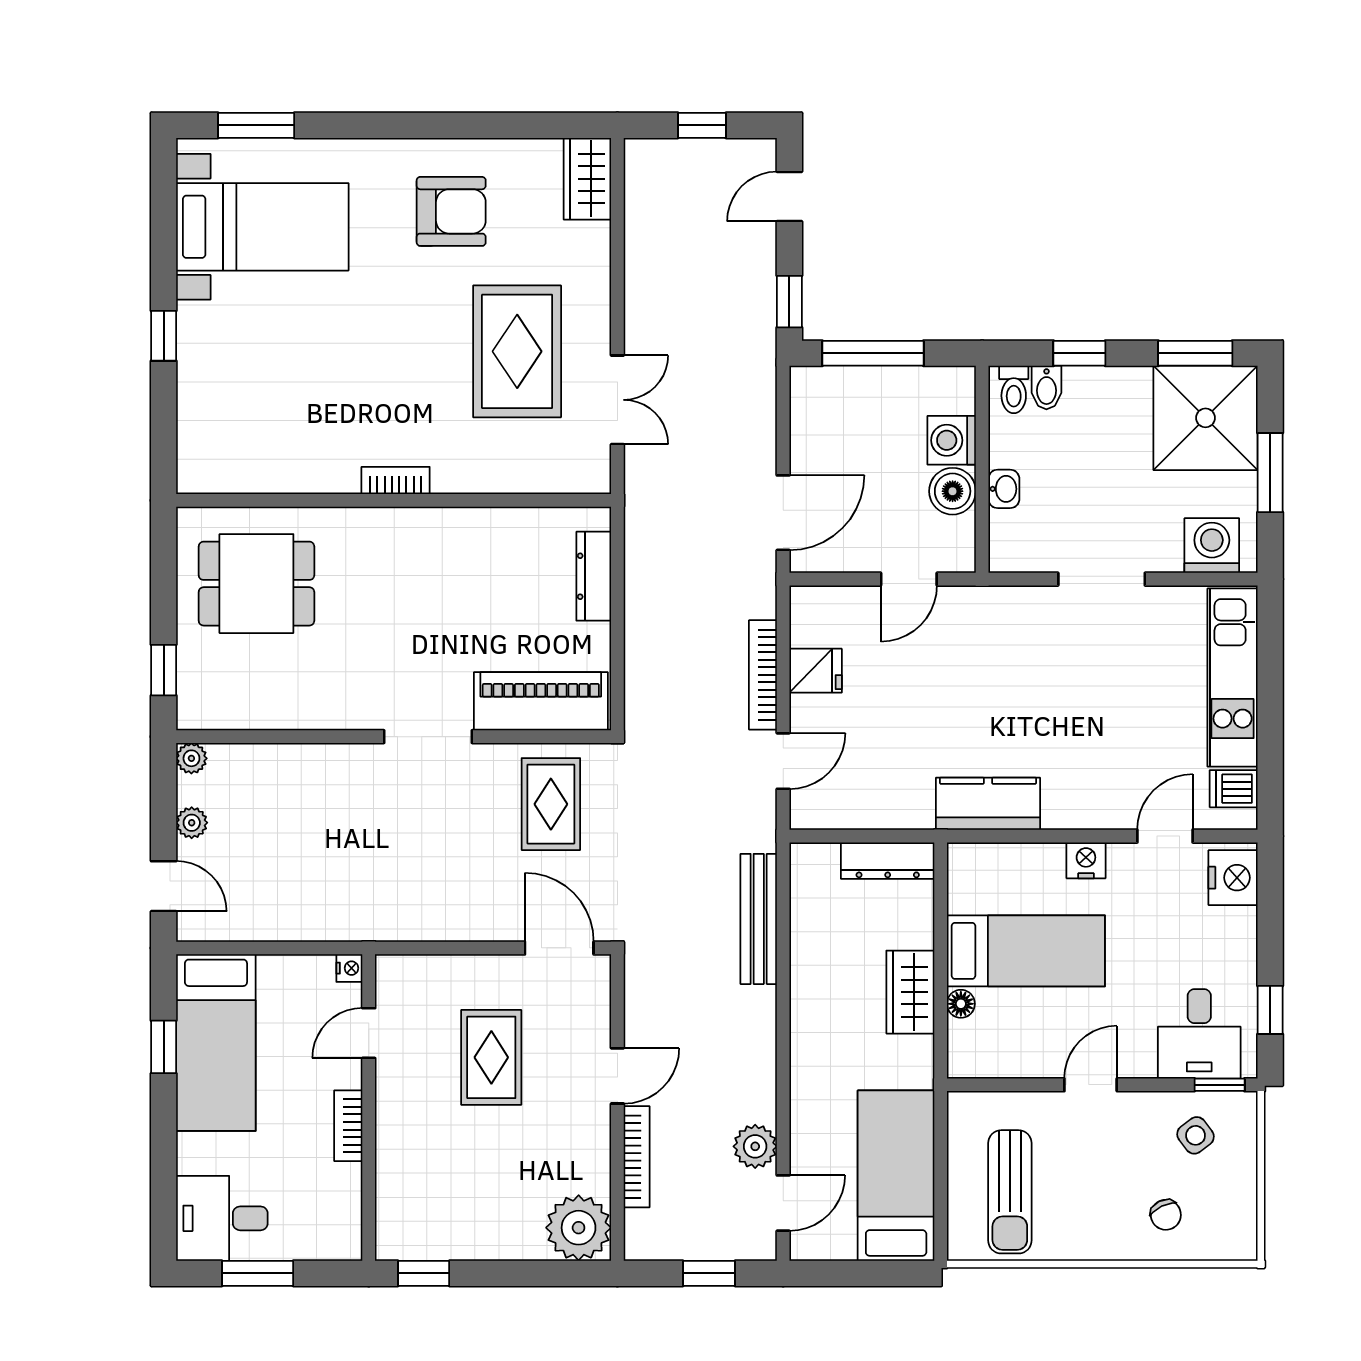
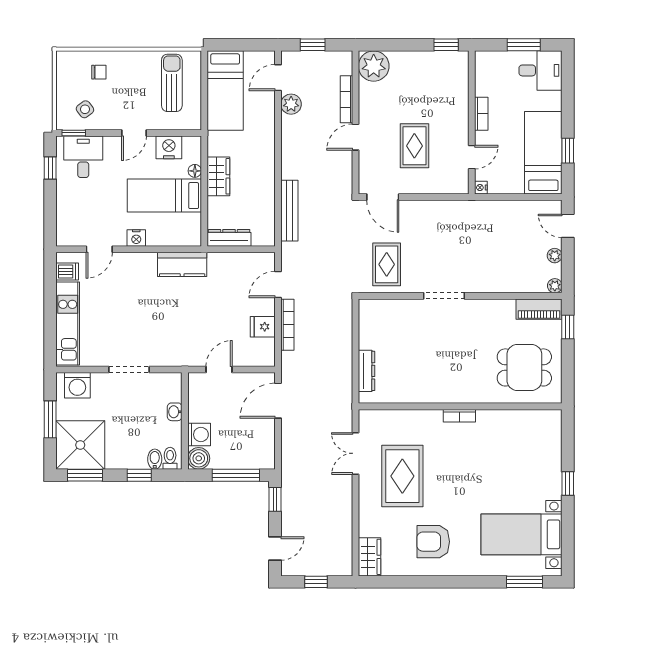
boiler: (953, 491) -> (199, 458), moved
piano: (541, 701) -> (539, 309), moved, width x0.73, depth x0.75
nightstand: (1233, 878) -> (169, 147), moved, turned 90
chair: (1166, 1215) -> (99, 72), turned 116

